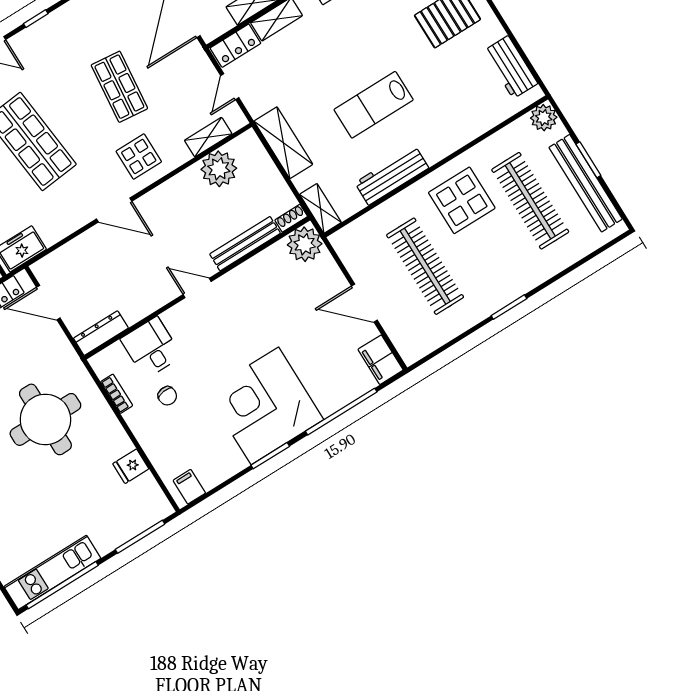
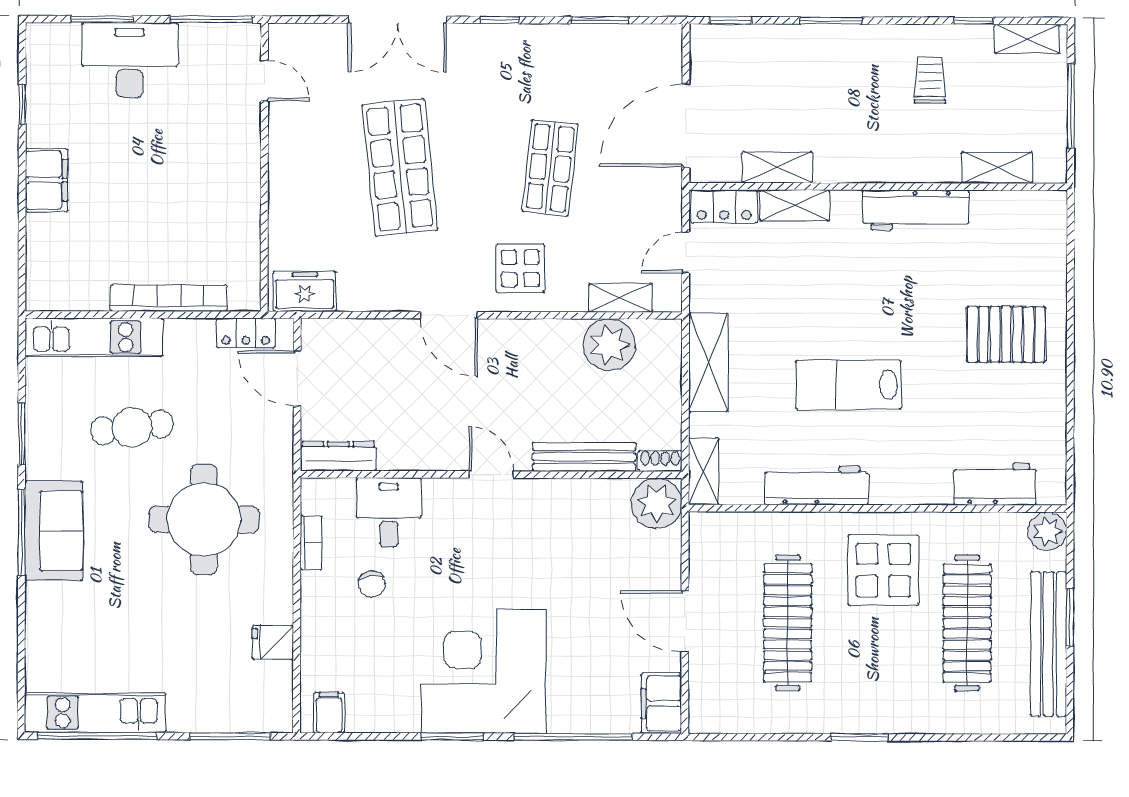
workbench: (511, 67) -> (995, 484), moved, turned 90

